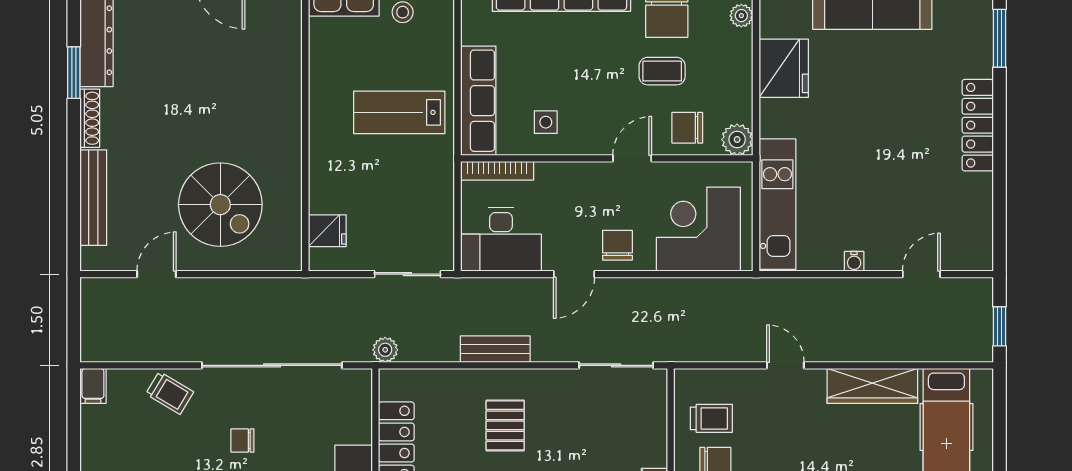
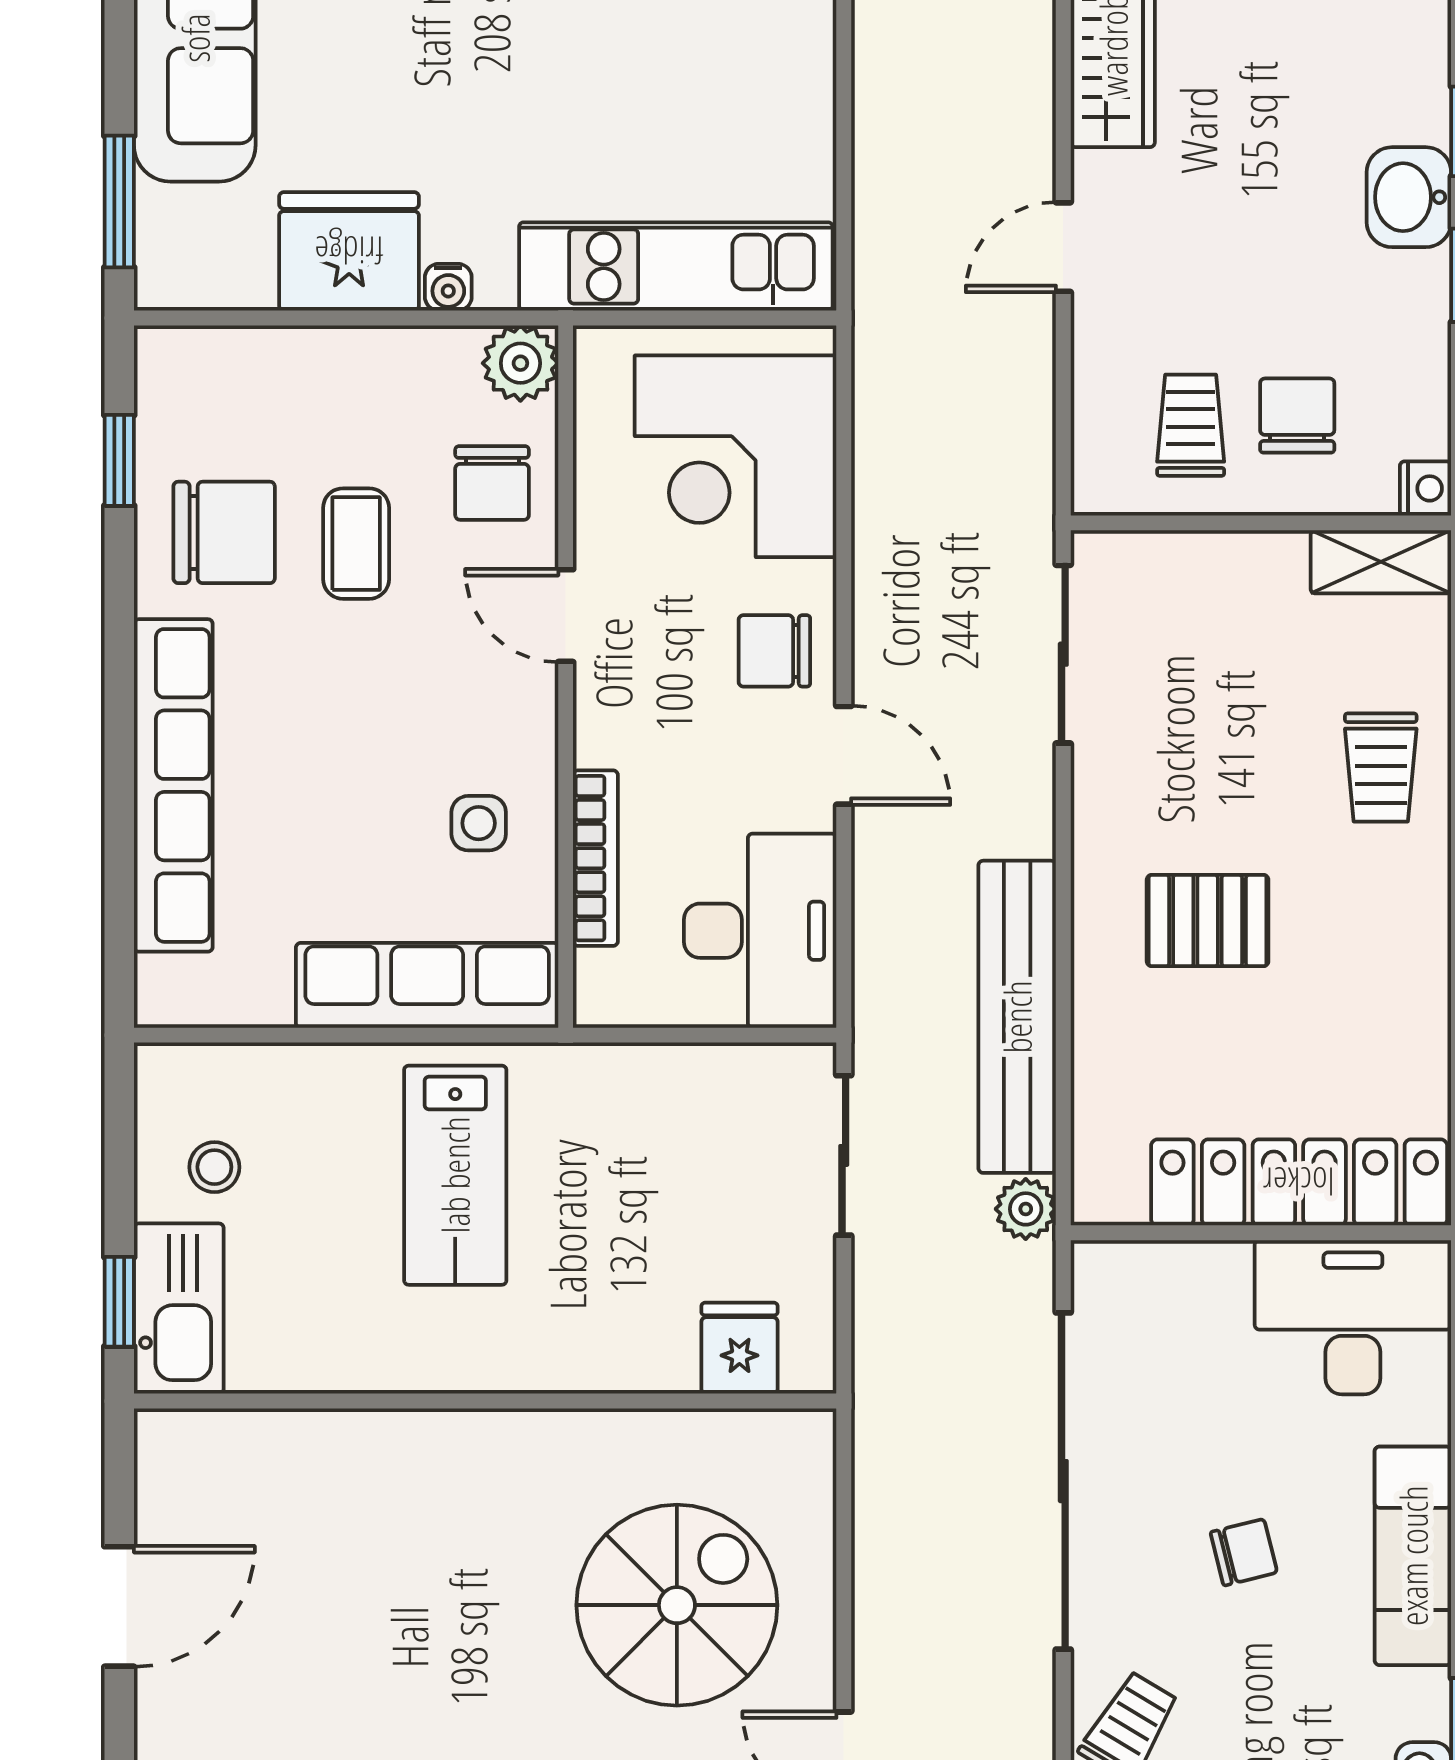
plant: (741, 16) -> (223, 353), removed
bookcase: (497, 171) -> (595, 858), moved
water cooler: (854, 261) -> (448, 287), moved, turned 90
bench: (495, 349) -> (1017, 1017), width x1.86, depth x1.21
chair: (242, 441) -> (1244, 1552), turned -104

